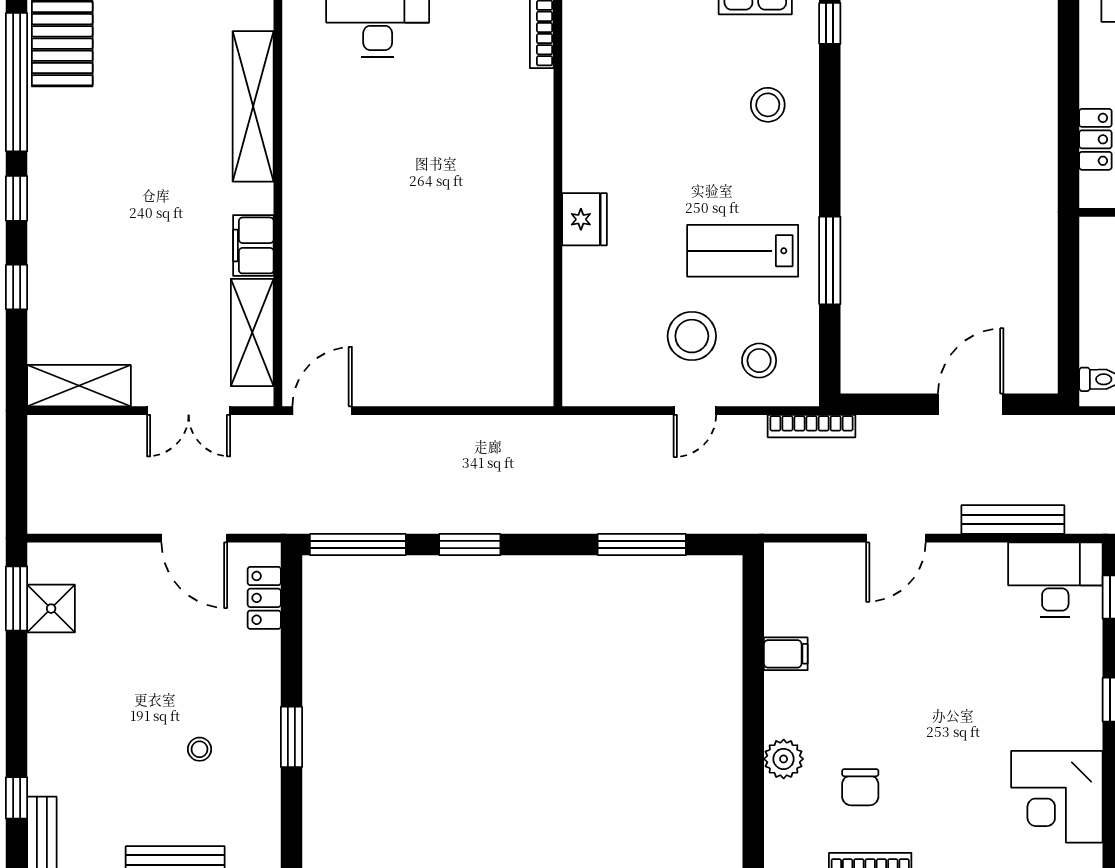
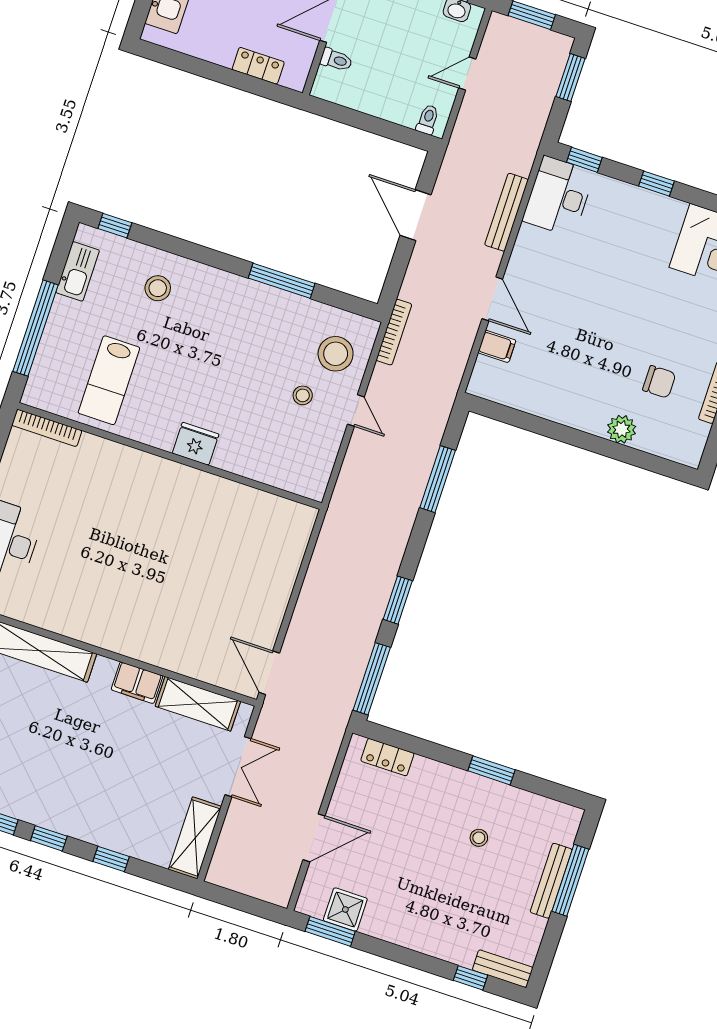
lab bench: (743, 251) -> (109, 380), moved
stool: (692, 336) -> (303, 395), width x0.53, depth x0.53
stool: (759, 361) -> (336, 354), width x1.38, depth x1.38
door: (194, 538) -> (314, 838), moved
filing cabinet: (786, 654) -> (497, 346), moved, turned 90

